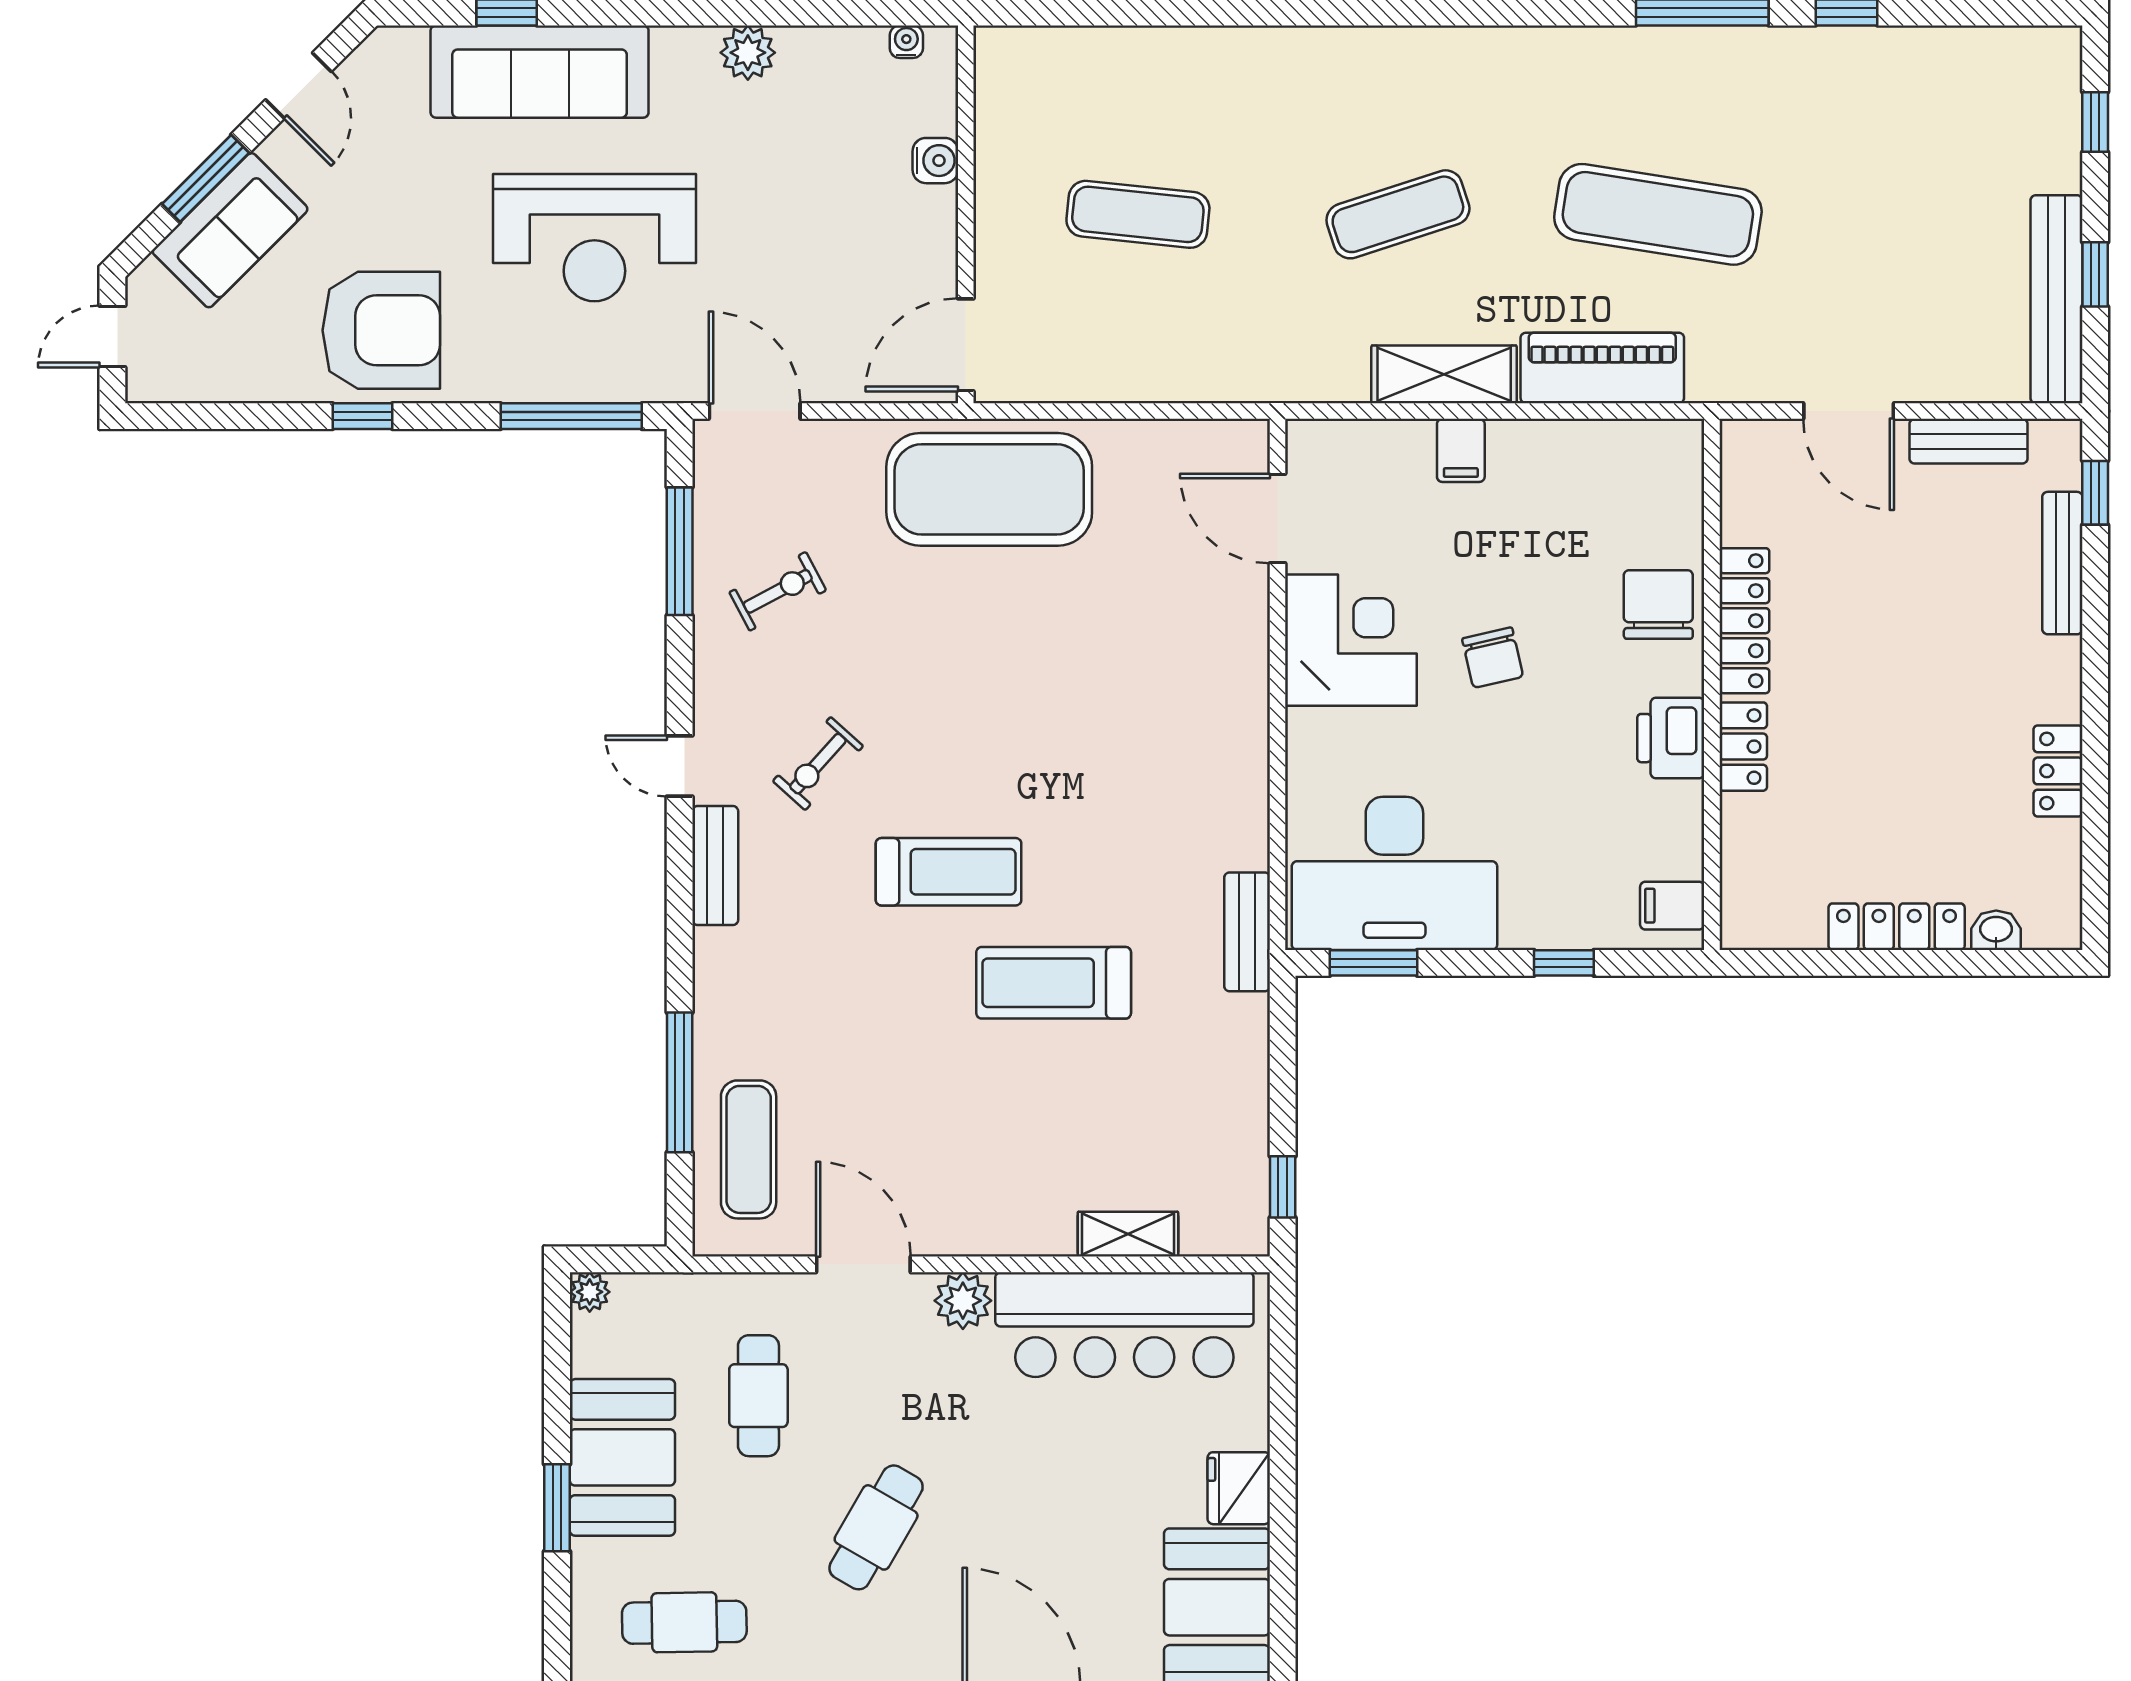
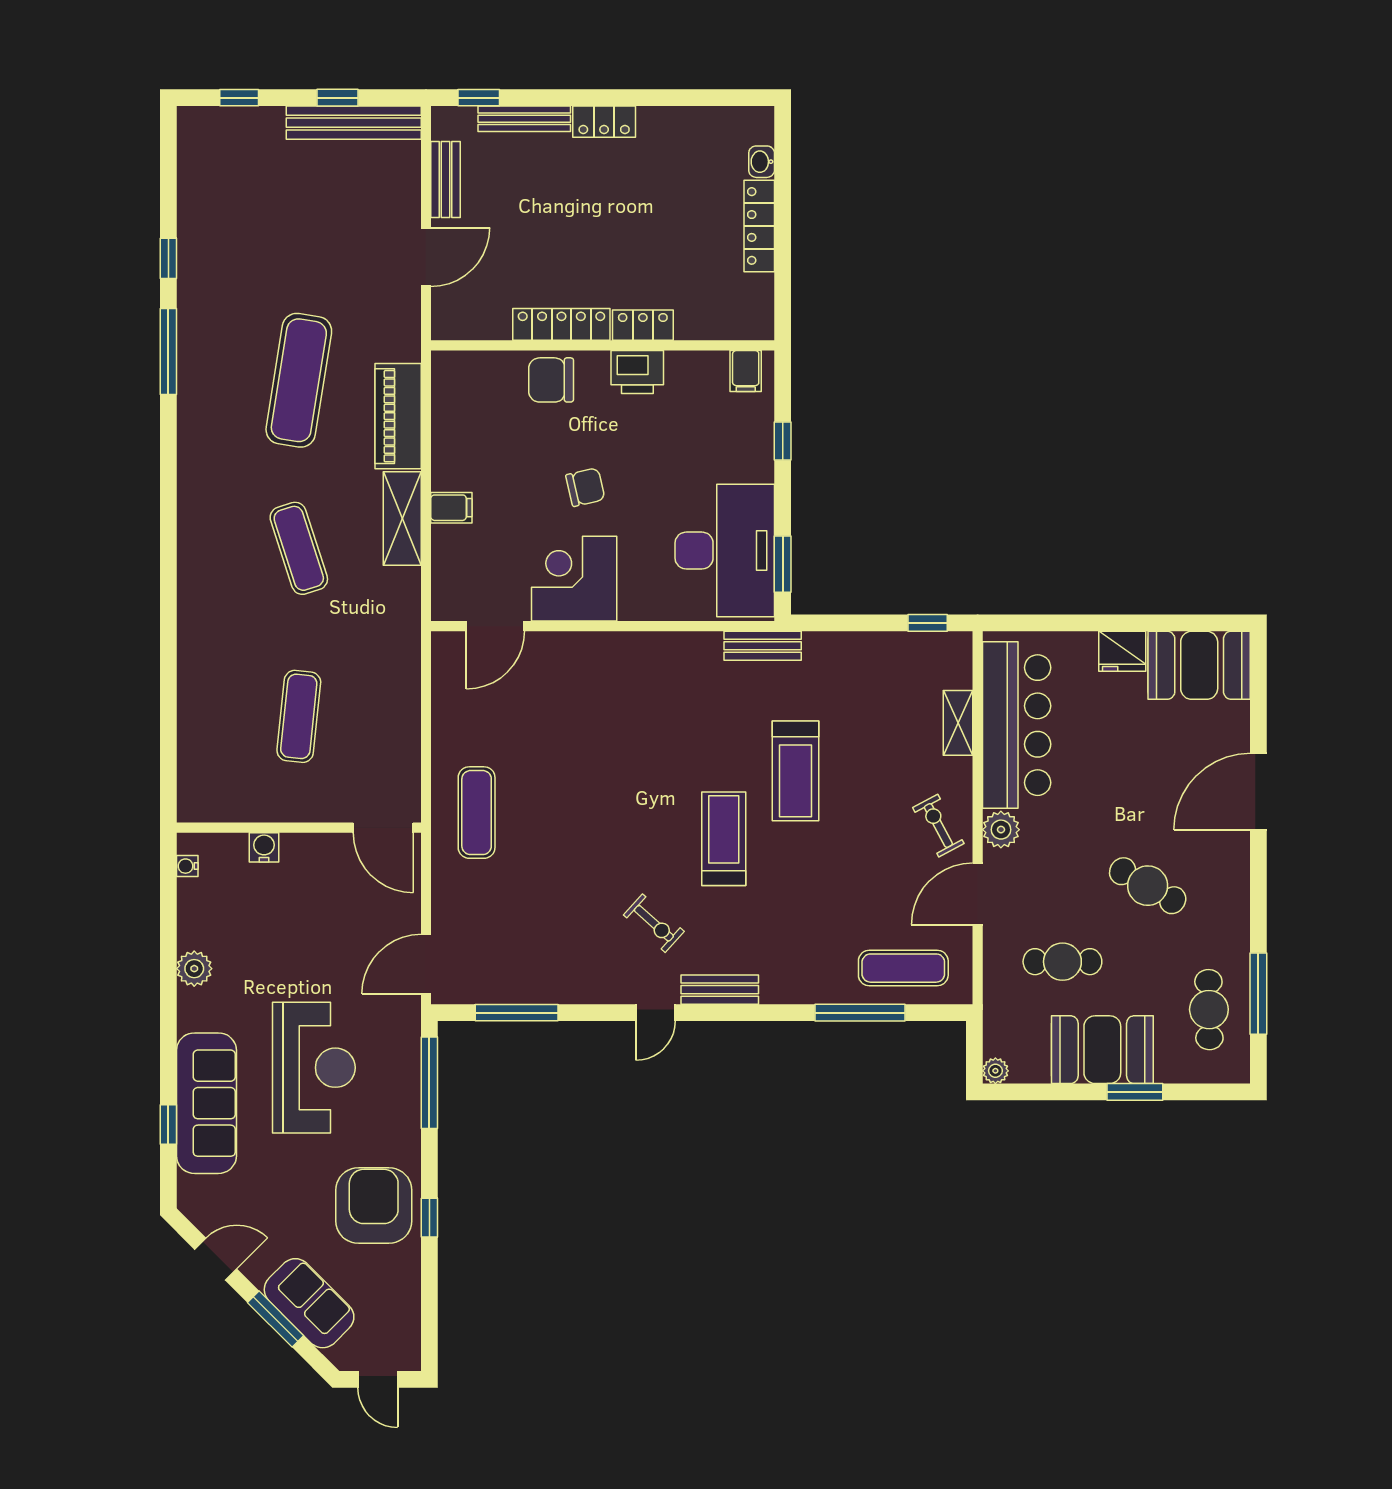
exercise mat: (989, 489) -> (477, 813), width x0.50, depth x0.69
exercise bike: (778, 591) -> (938, 826), moved
locker: (2058, 771) -> (604, 122), moved

